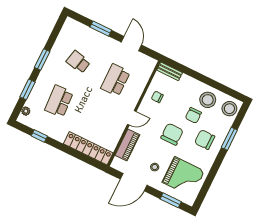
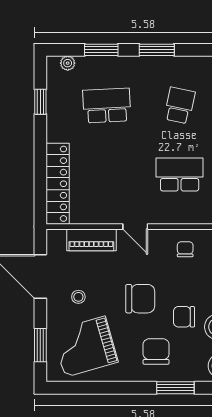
grand piano: (183, 177) -> (85, 347), turned 74

